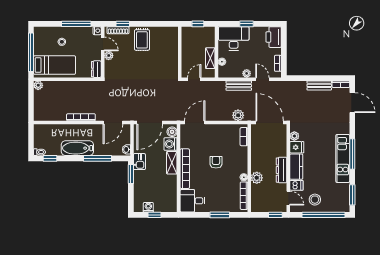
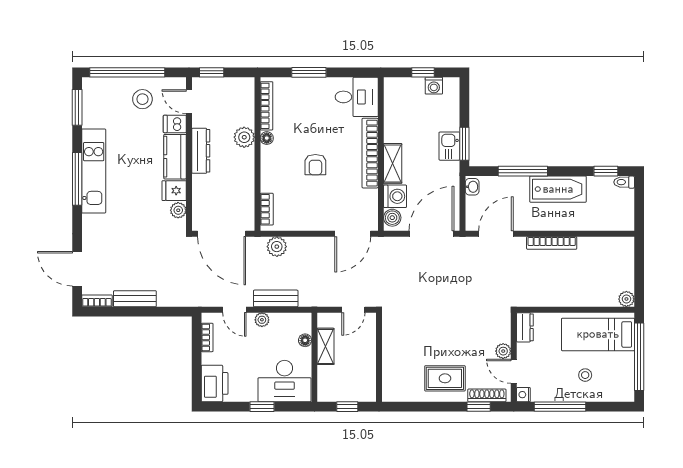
rug: (142, 40) -> (445, 378), turned 90
kitchen sink: (139, 162) -> (449, 146), moved

